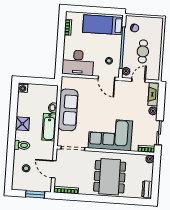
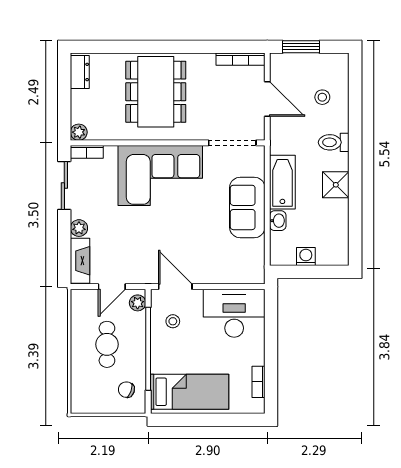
washing machine: (23, 88) -> (306, 256), moved
sofa: (68, 110) -> (247, 207), width x0.73

